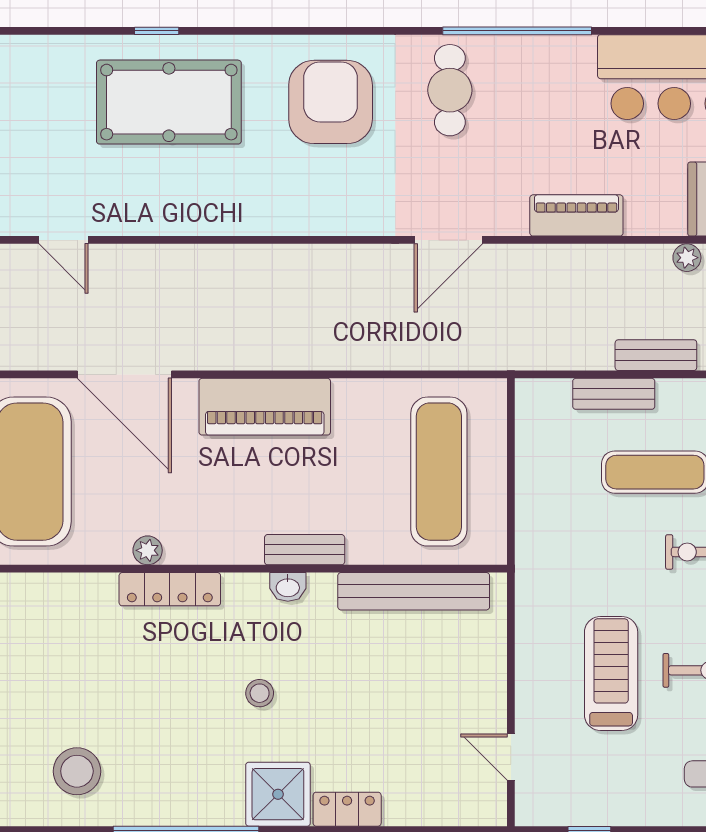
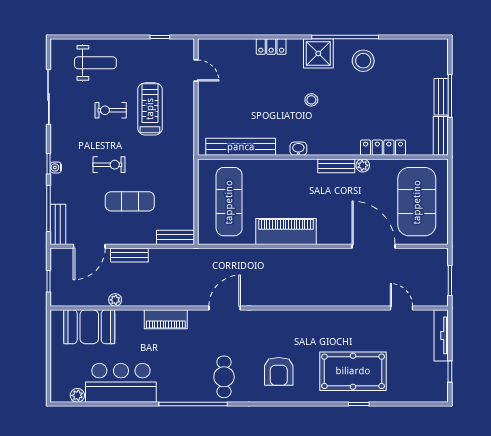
armchair: (331, 102) -> (279, 371), width x0.73, depth x0.73
bench: (614, 394) -> (175, 237), moved
piano: (265, 407) -> (286, 231), moved
bench: (305, 550) -> (336, 166), moved
locker: (170, 589) -> (383, 148), moved
treadmill: (611, 674) -> (150, 109), turned 180
stool: (77, 771) -> (363, 61), moved
shower: (278, 794) -> (318, 53), moved

